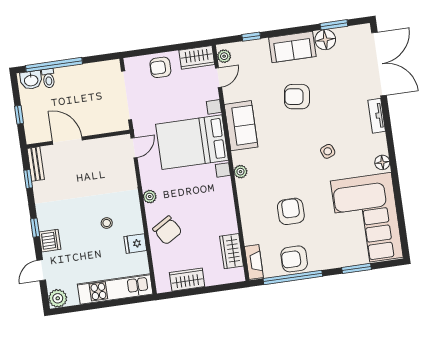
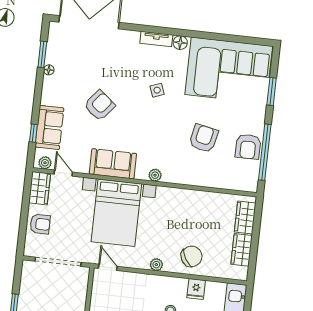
floor lamp: (325, 40) -> (49, 70), width x0.53, depth x0.53
sofa: (292, 47) -> (49, 127), moved
armchair: (160, 67) -> (40, 224), turned -90
armchair: (297, 97) -> (99, 105), turned -149
tv unit: (377, 116) -> (156, 39), moved
armchair: (291, 211) -> (204, 138), turned 102
wardrobe: (232, 251) -> (245, 218), moved, turned 90
fireplace: (254, 262) -> (241, 184), removed

